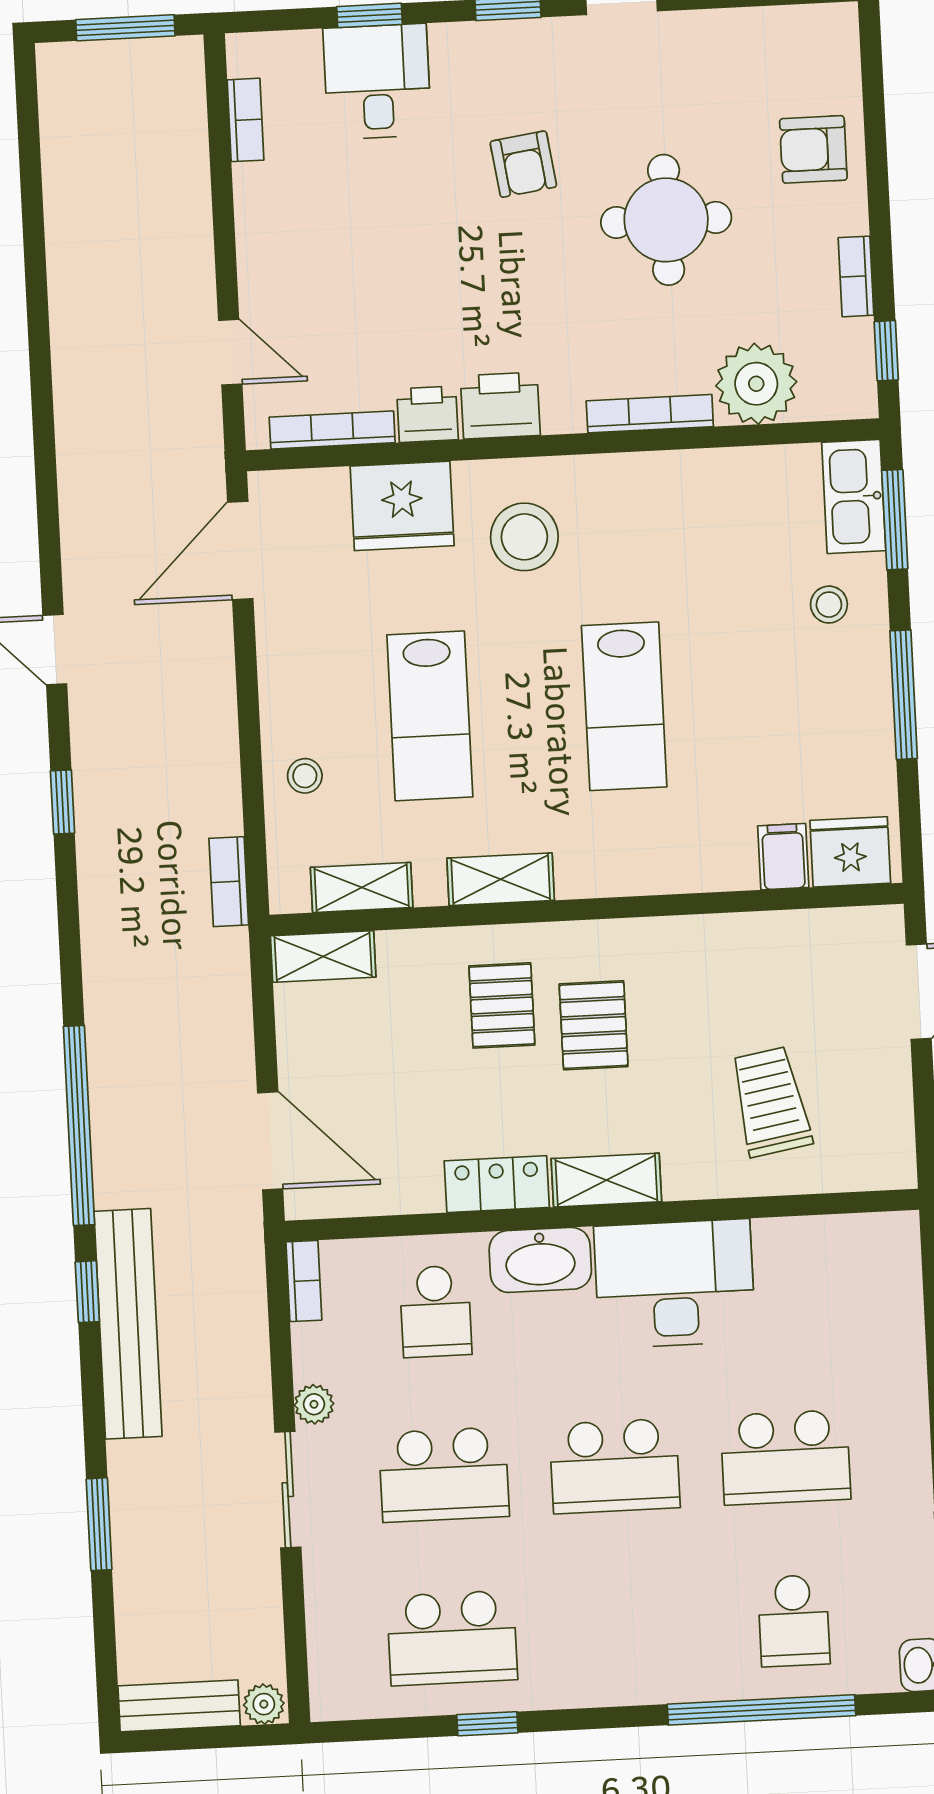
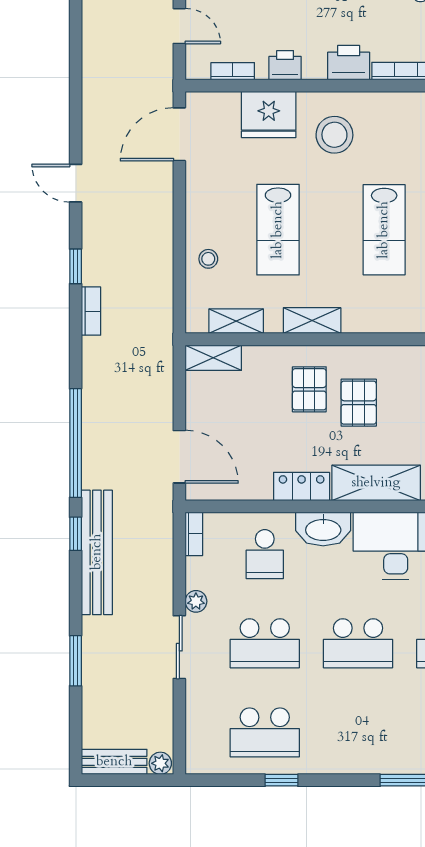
printer: (500, 406) -> (349, 63), moved
bookcase: (332, 430) -> (233, 71), width x0.64
bookcase: (229, 882) -> (91, 311), moved, turned 180
shelving: (606, 1180) -> (376, 483), width x1.50, depth x1.33

